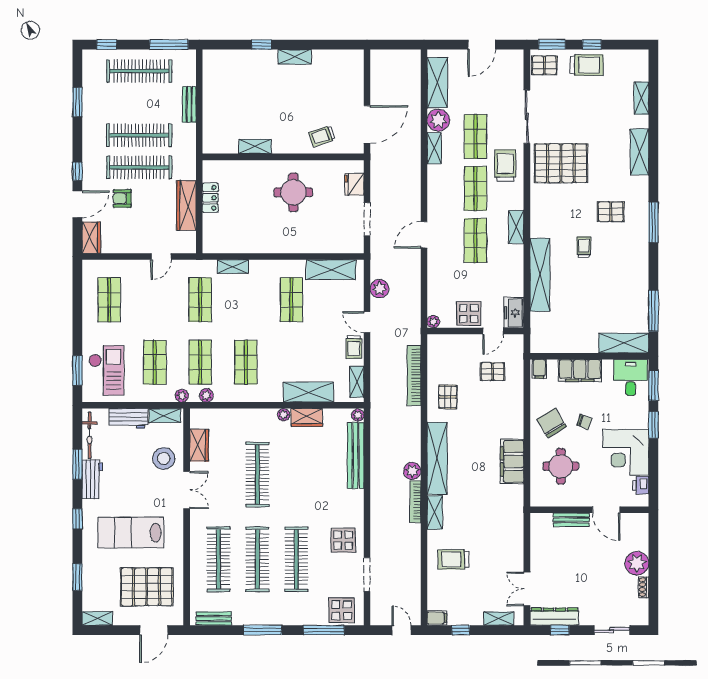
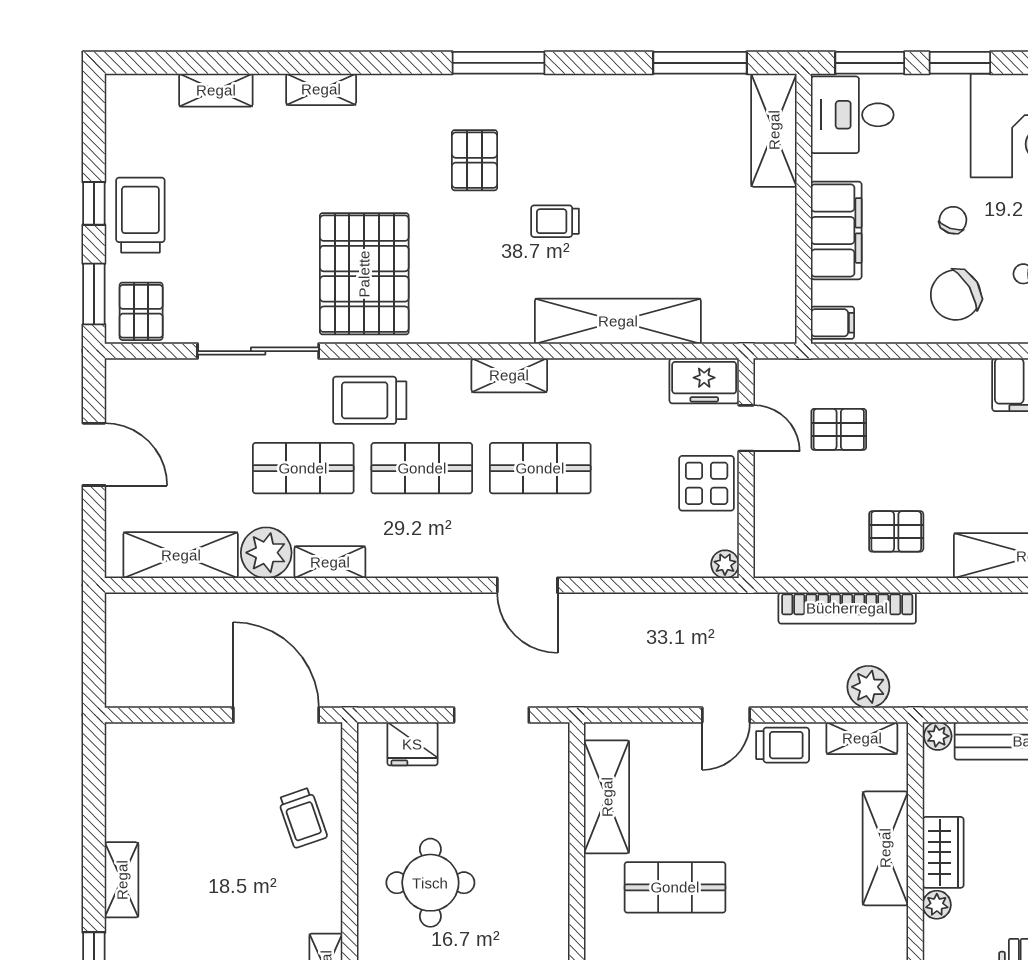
shelving: (640, 152) -> (321, 89), width x0.67, depth x0.75
plant: (379, 289) -> (868, 687), moved
pallet: (492, 372) -> (839, 429), turned 90

